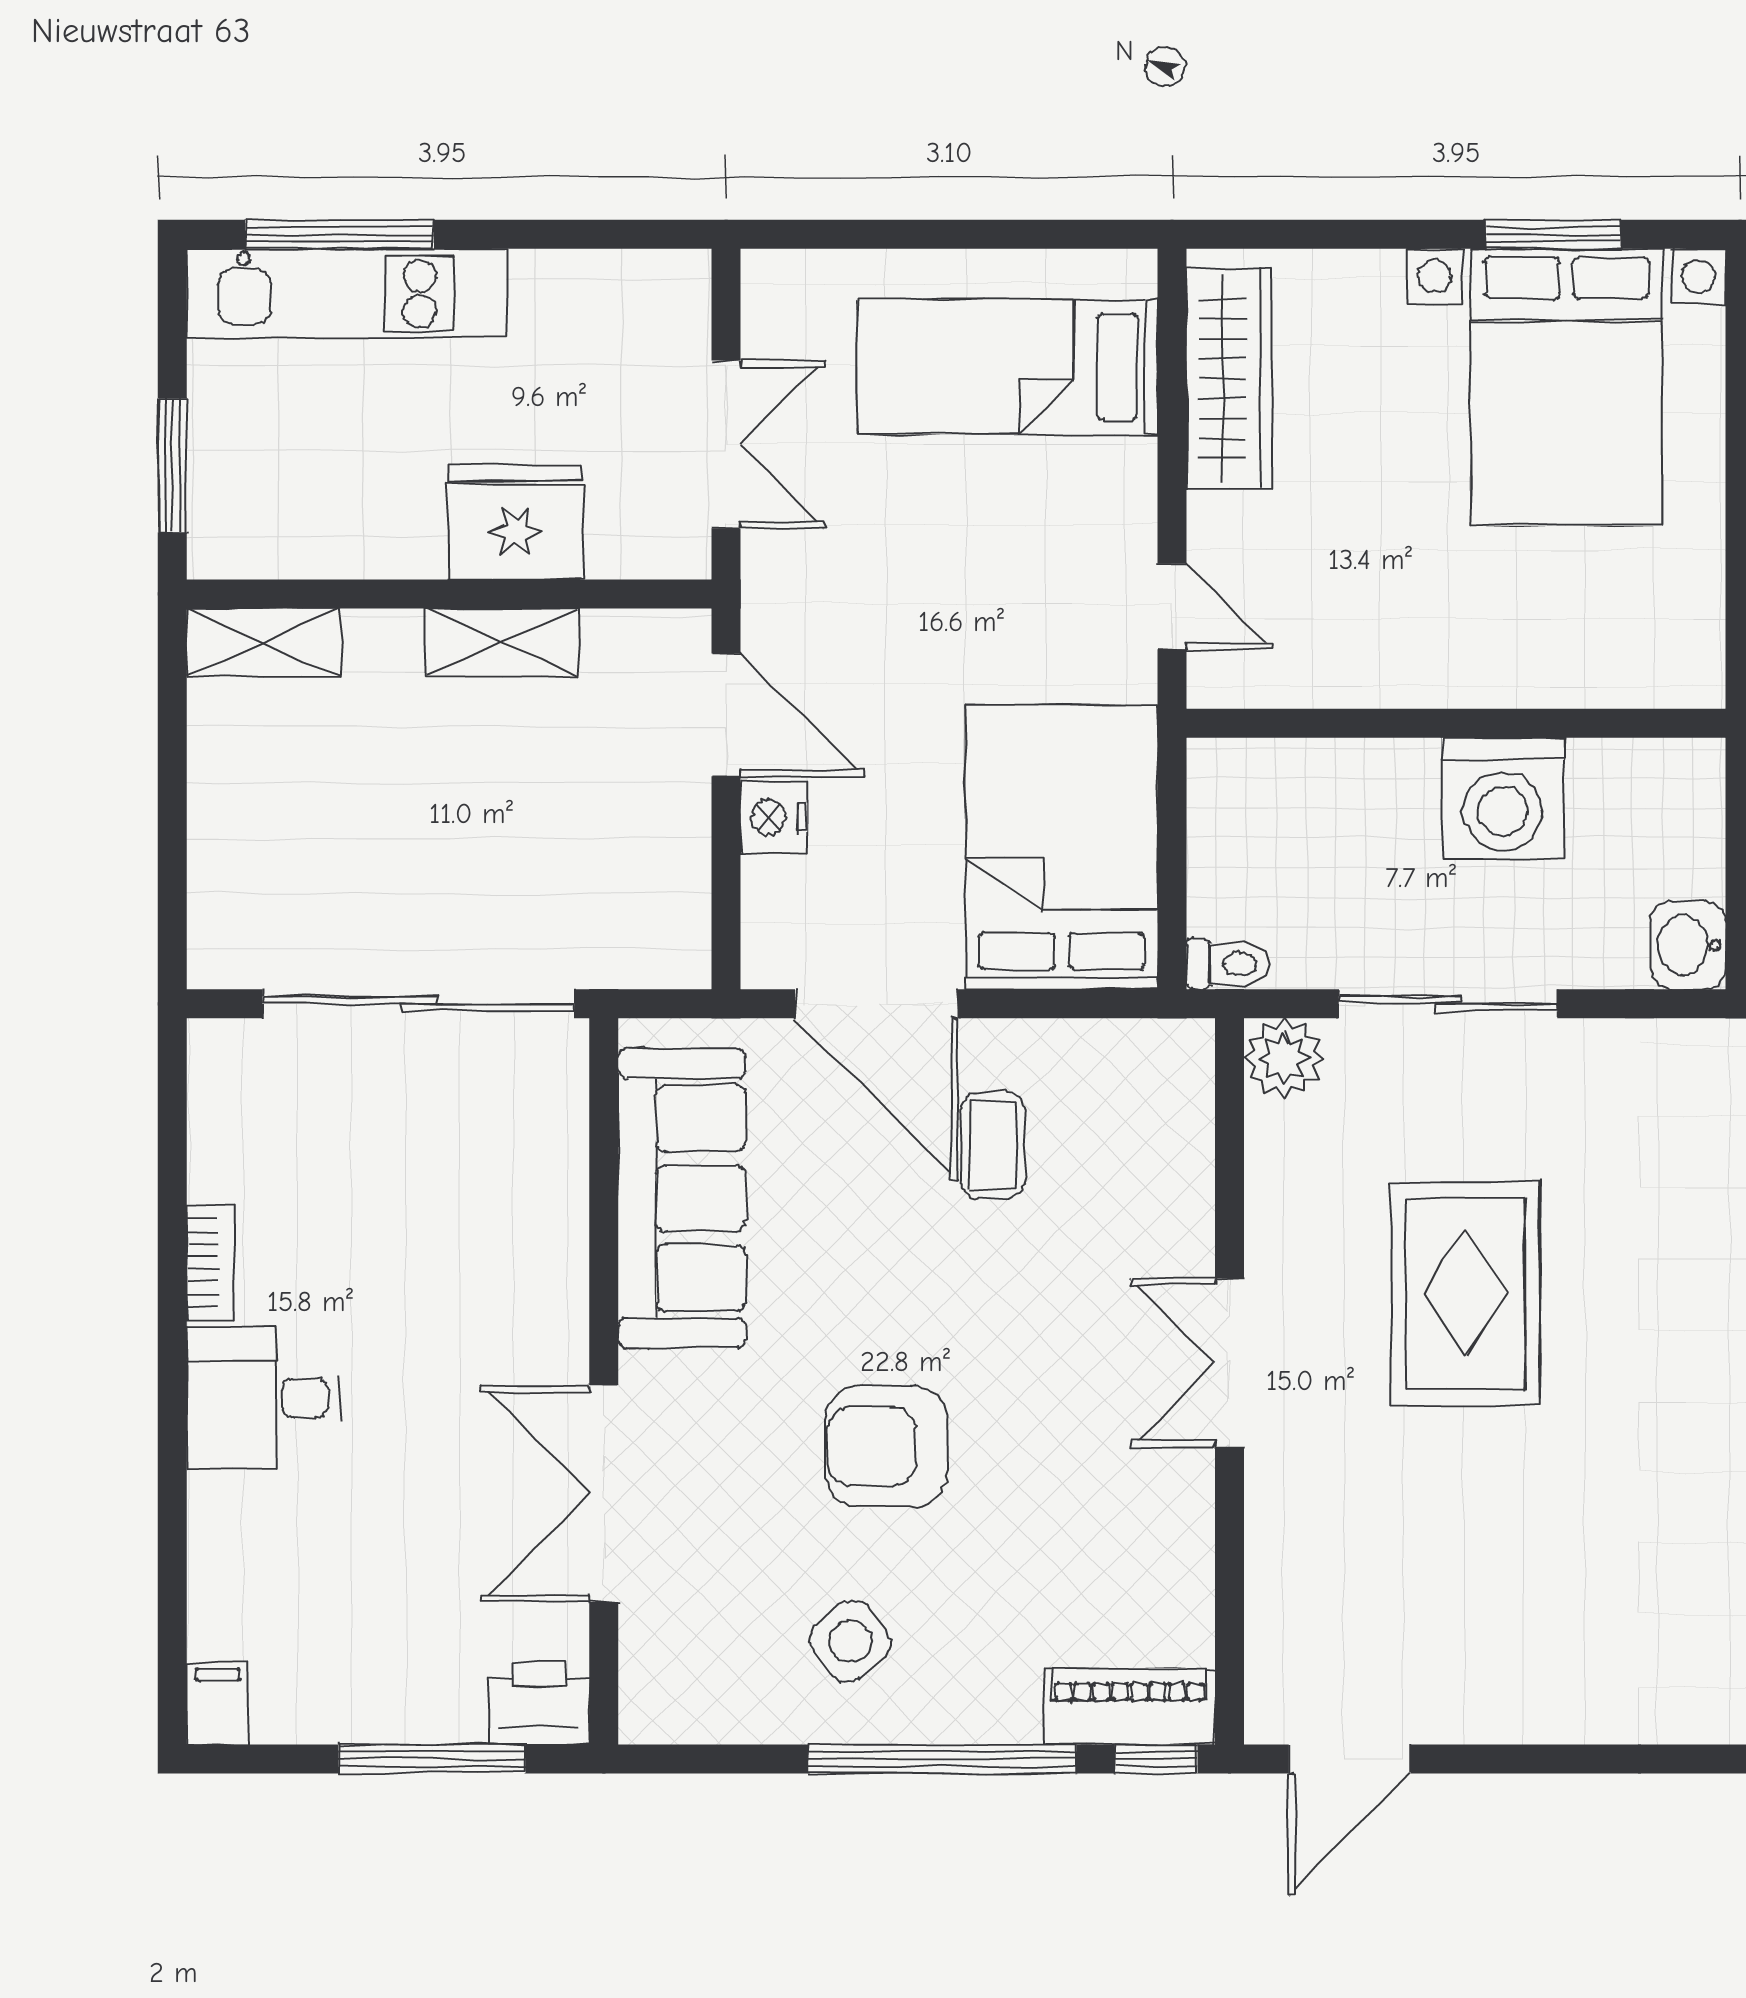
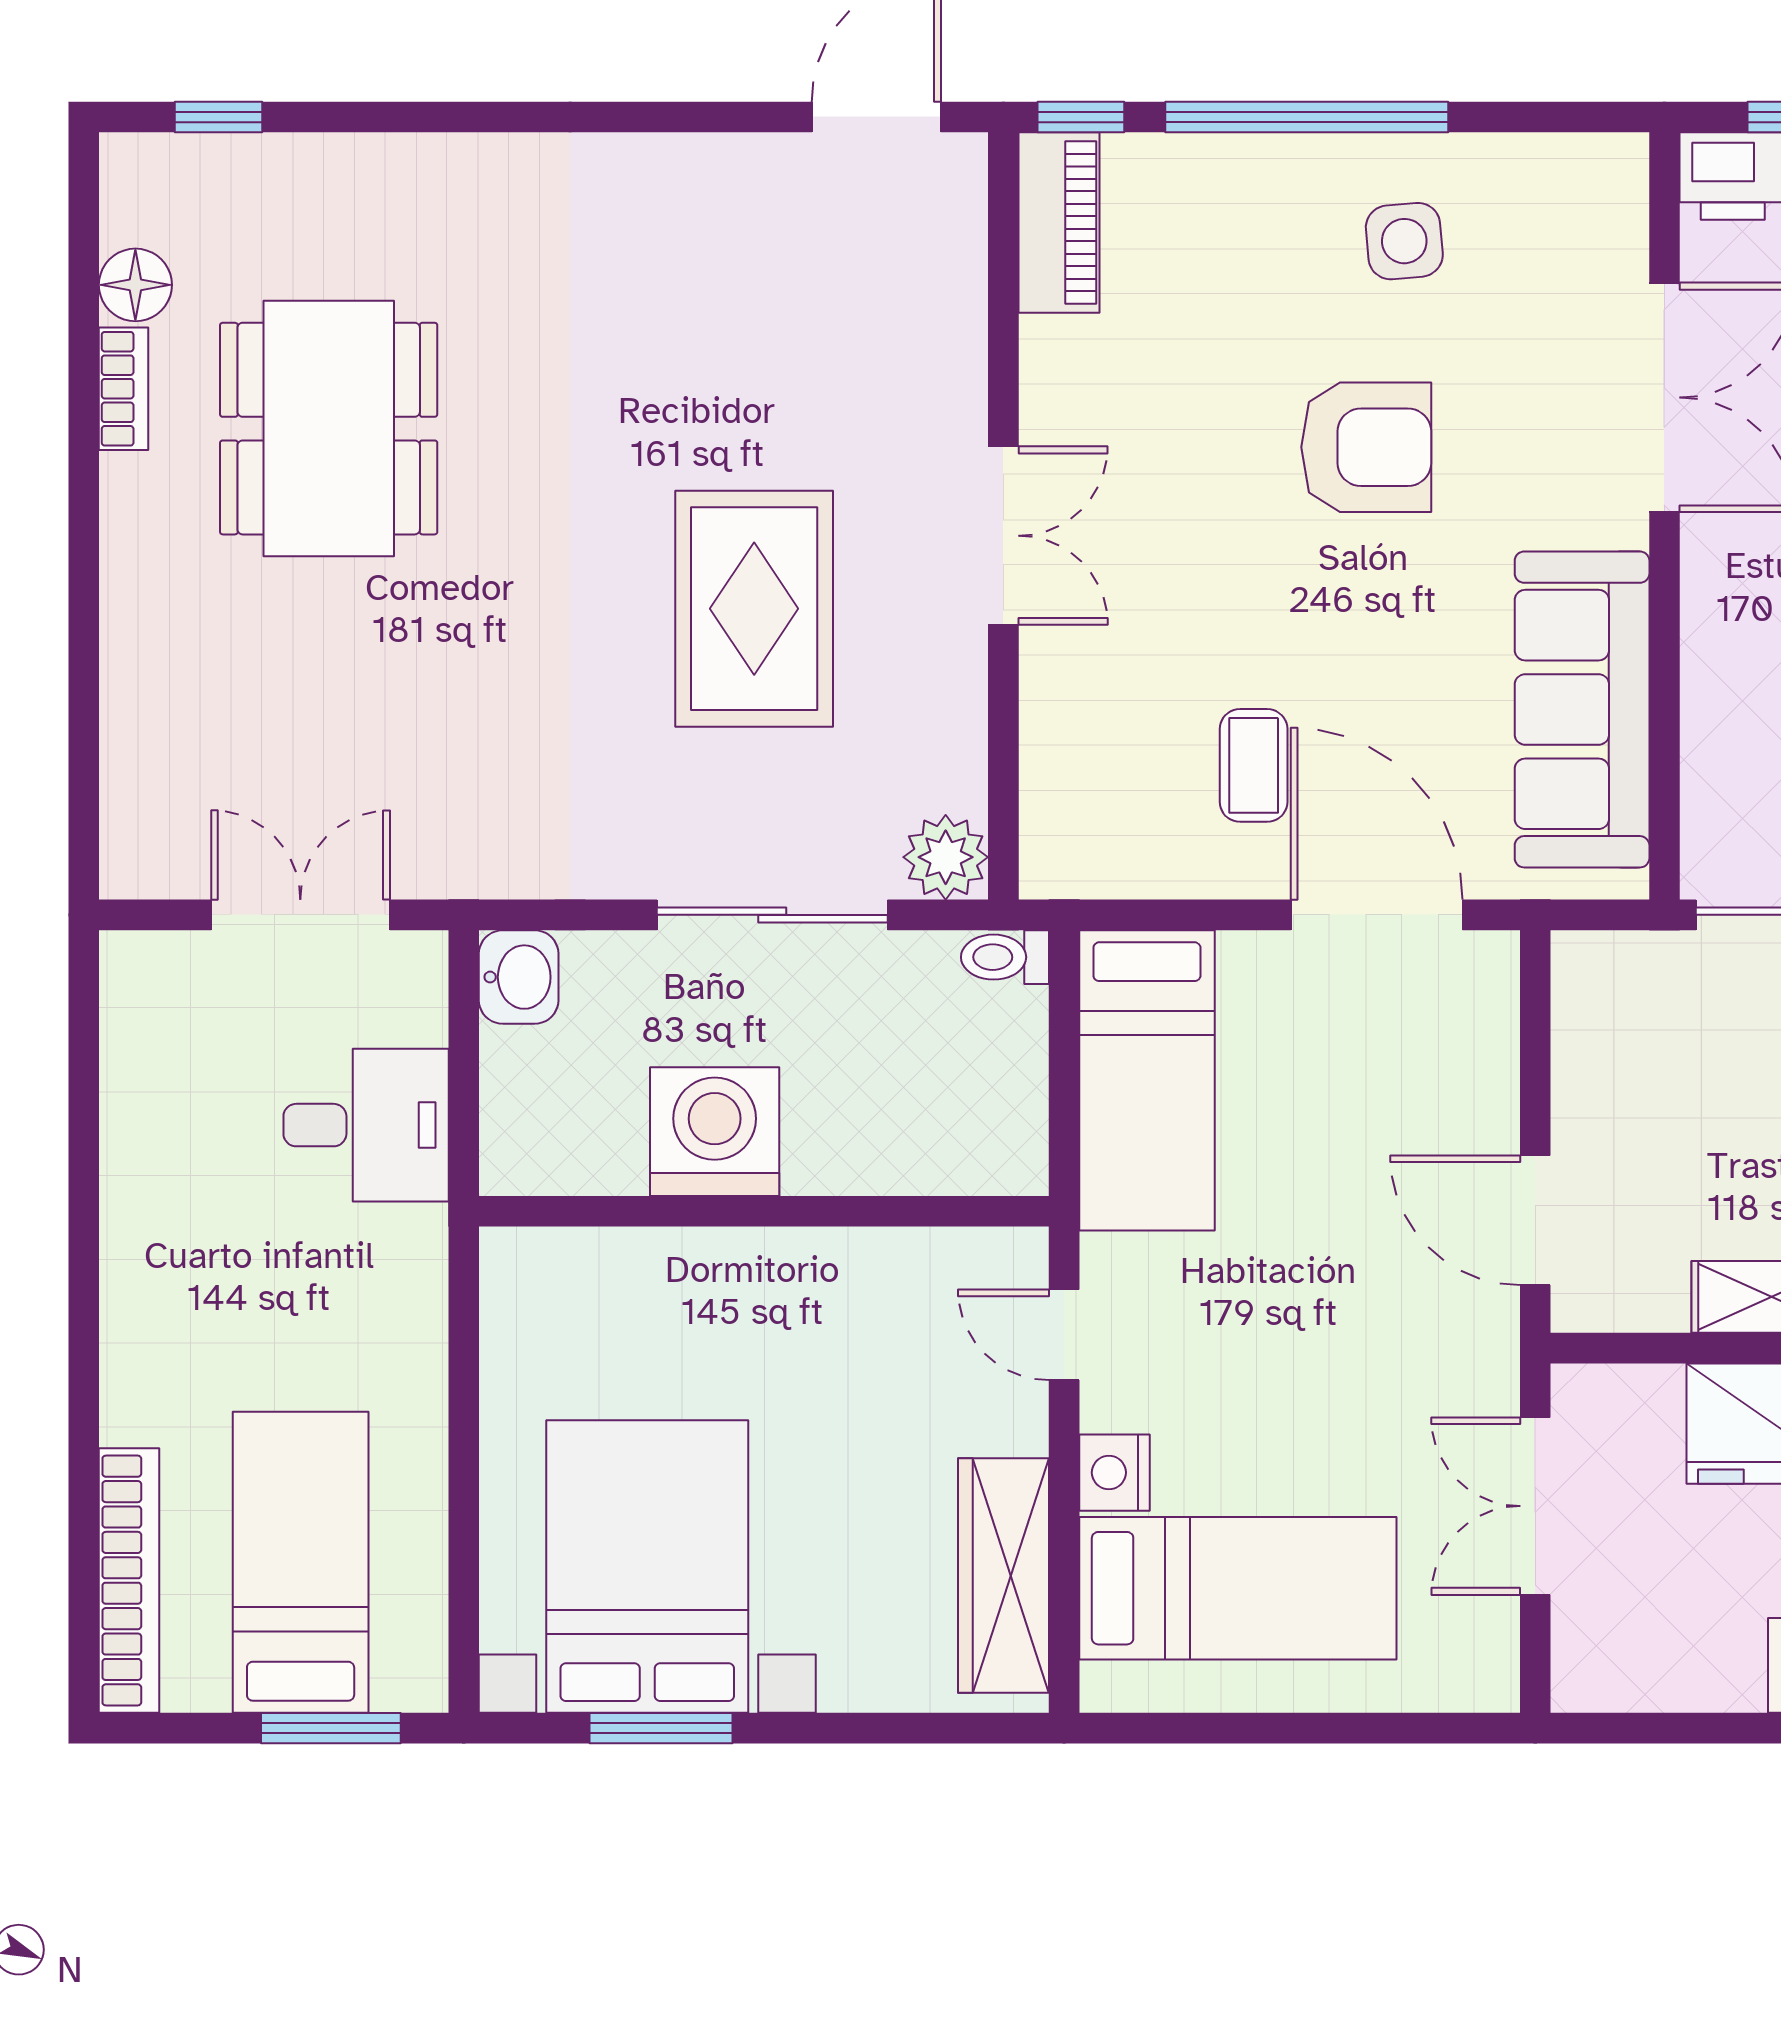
nightstand: (774, 817) -> (1114, 1473), moved, turned 180
bed: (1062, 847) -> (1147, 1080), width x0.67
side table: (850, 1642) -> (1404, 241), turned 33
piano: (1130, 1706) -> (1059, 223), moved, turned -90

